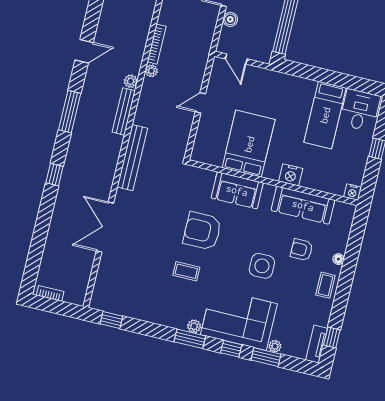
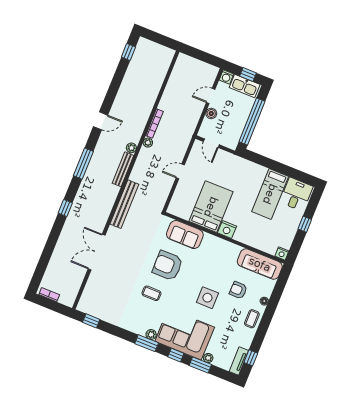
nightstand: (291, 175) -> (227, 229), moved
sofa: (237, 190) -> (185, 235), moved
sofa: (303, 205) -> (260, 264), moved

